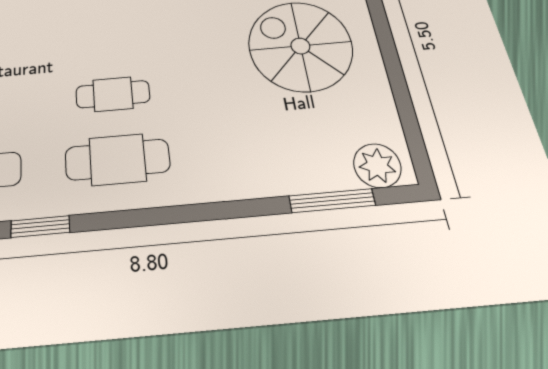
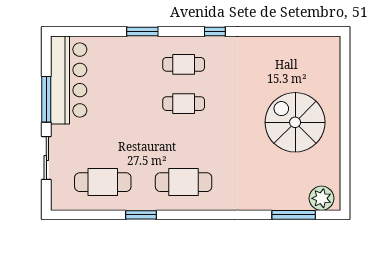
cafe table: (113, 94) -> (184, 104), moved

